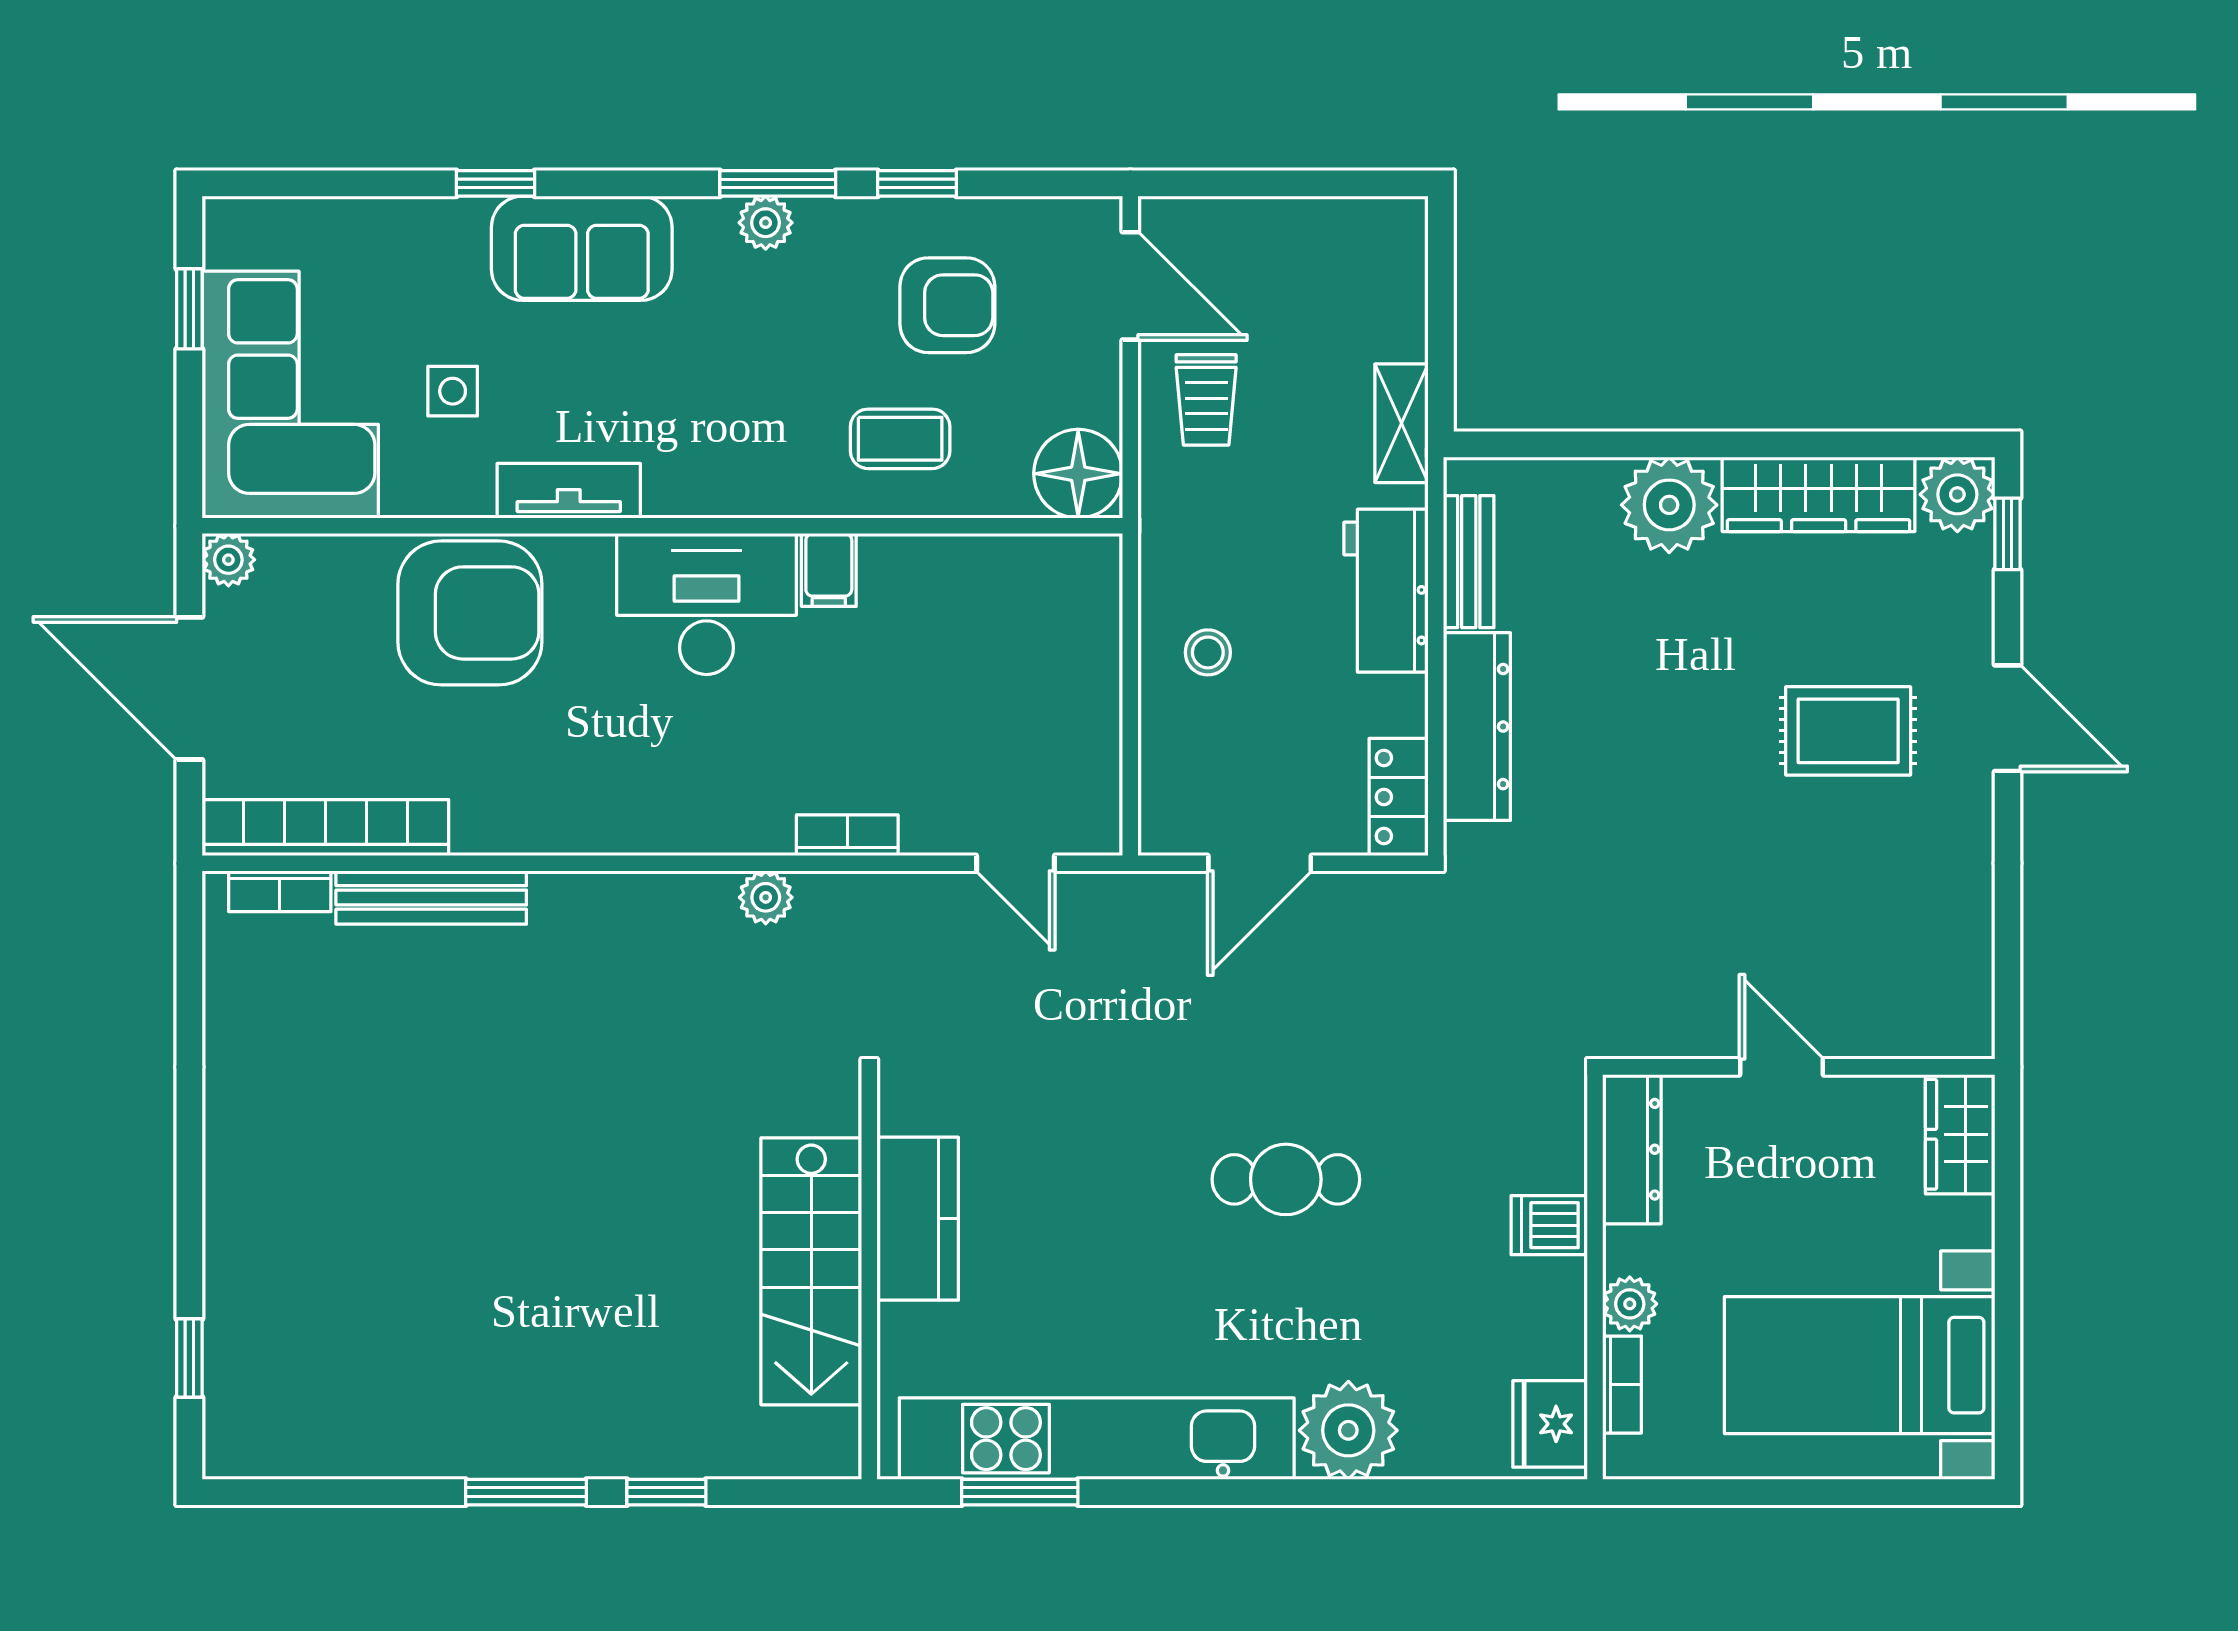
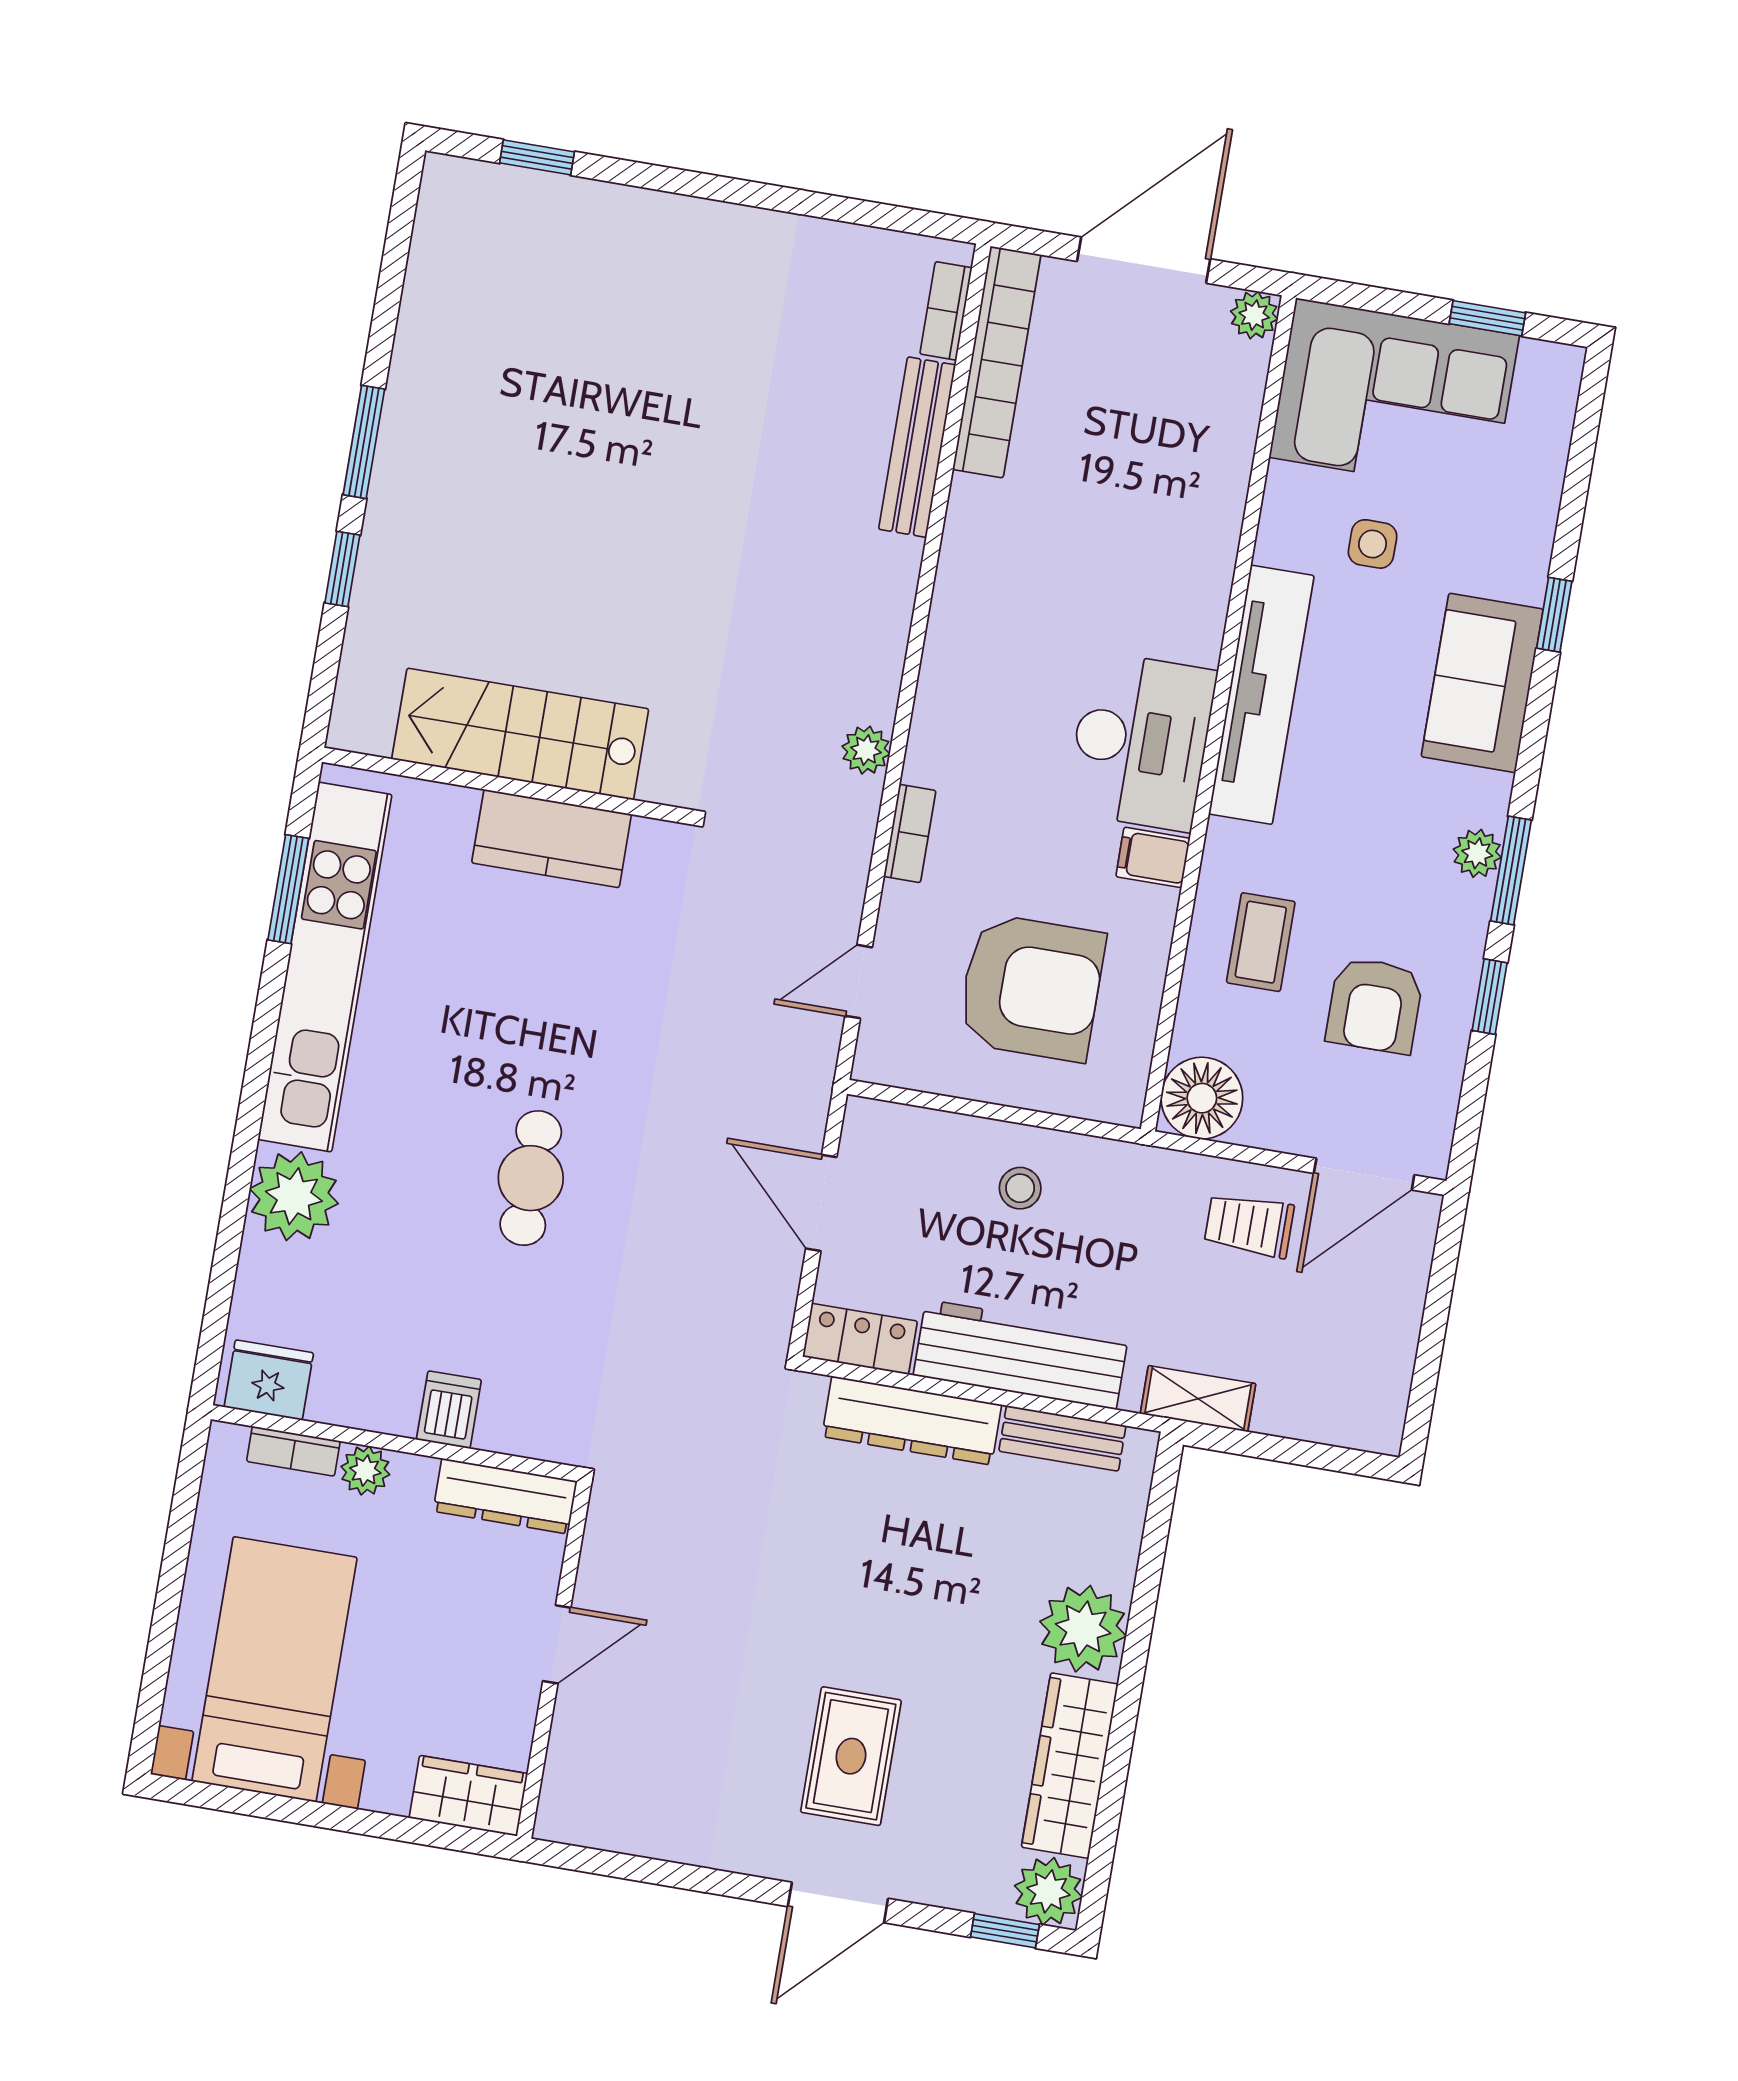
tv unit: (569, 491) -> (1261, 695), width x1.92, depth x1.29
workbench: (1386, 591) -> (1021, 1354), width x1.38
armchair: (470, 613) -> (1031, 988), moved, turned -90

